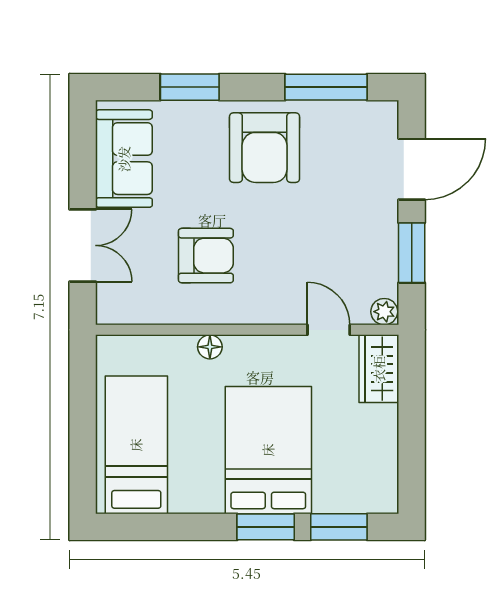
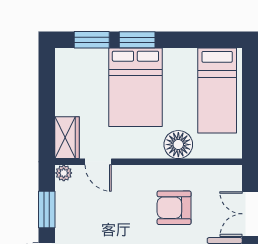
floor lamp: (210, 347) -> (178, 145), width x1.89, depth x1.89

